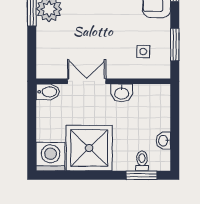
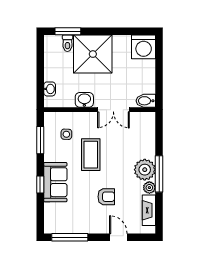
coffee table: (114, 27) -> (91, 155), added
washbasin: (163, 141) -> (50, 89), moved
shower: (89, 148) -> (93, 54), moved

